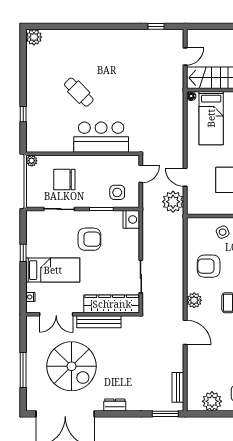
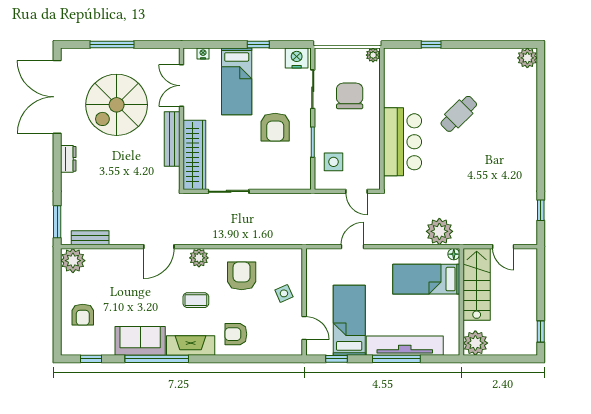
plant: (173, 202) -> (439, 231), moved
nightstand: (131, 219) -> (297, 58), moved, turned 180
plant: (212, 401) -> (73, 261), moved

